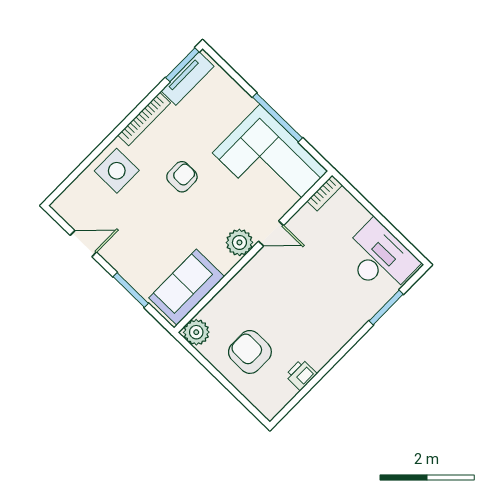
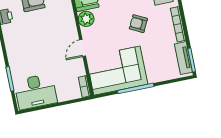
armchair: (182, 177) -> (138, 24), turned 117
plant: (239, 242) -> (86, 19), moved

